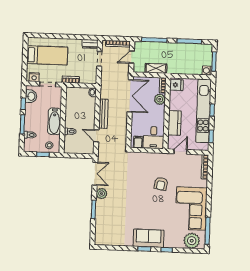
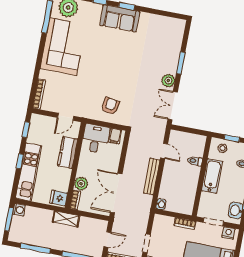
shelving: (156, 68) -> (66, 219), moved
kitchen unit: (204, 111) -> (29, 172), width x0.73
armchair: (161, 184) -> (110, 106), moved

